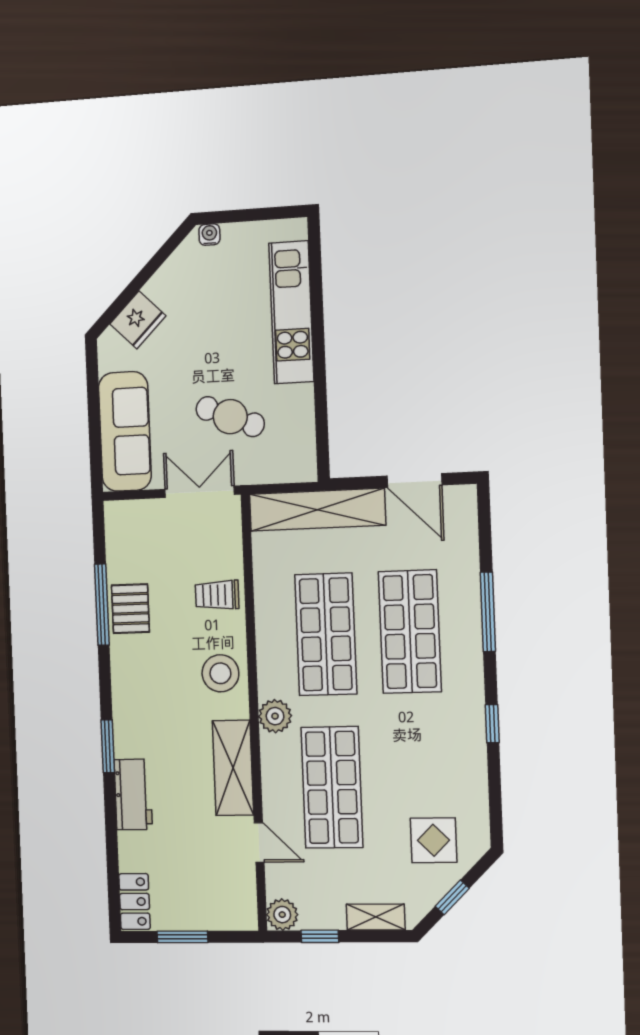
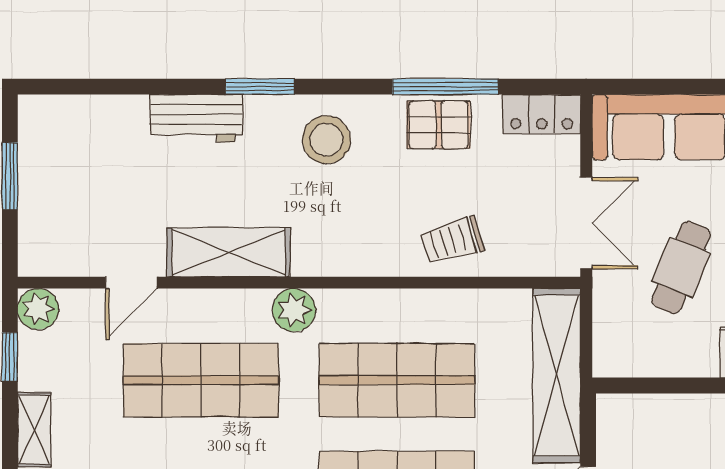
trolley: (217, 595) -> (452, 241), turned -106
stool: (220, 673) -> (326, 140), moved
locker: (134, 902) -> (542, 114), moved

